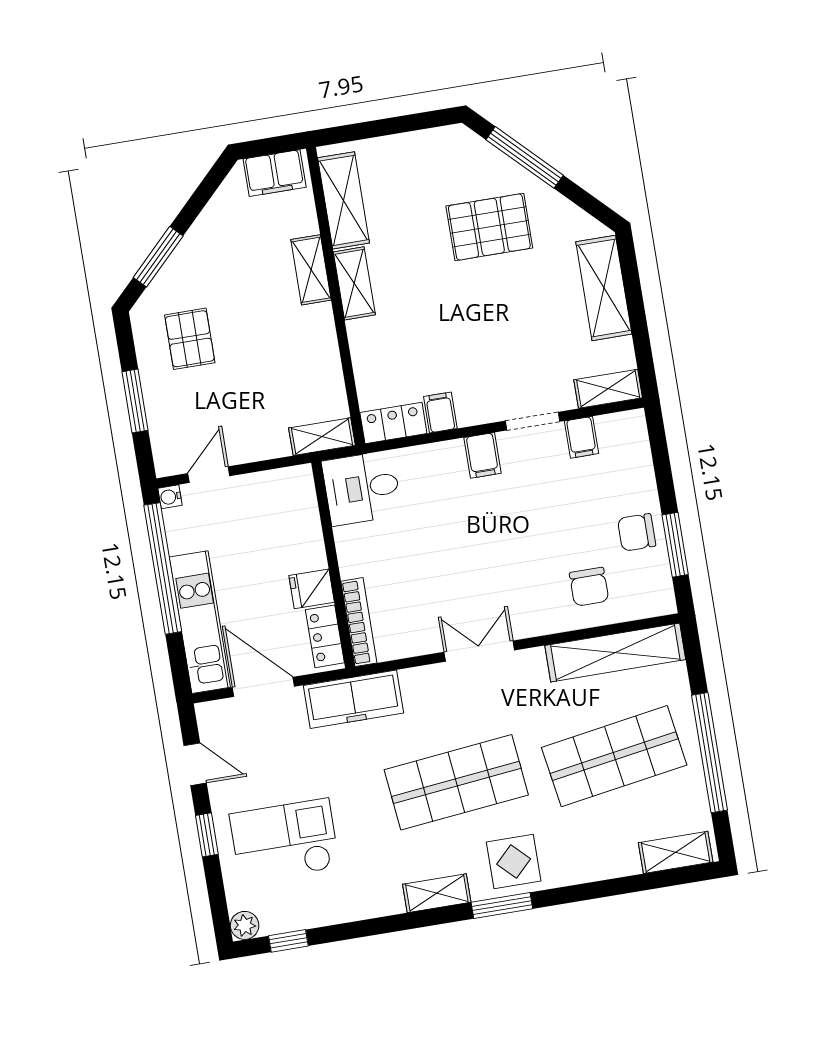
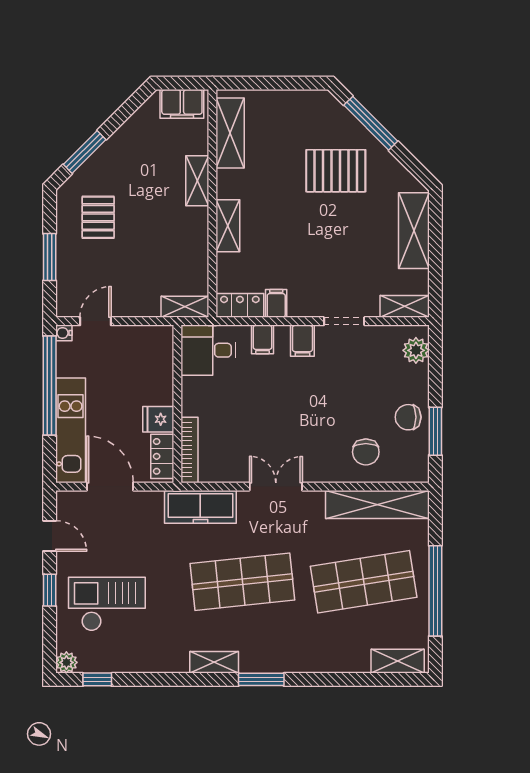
shelving: (354, 283) -> (228, 226), moved
filing cabinet: (581, 437) -> (263, 339), moved
plant: (632, 444) -> (416, 350), added
freezer: (353, 699) -> (200, 507), moved
display table: (514, 861) -> (275, 648), removed

